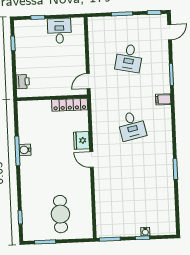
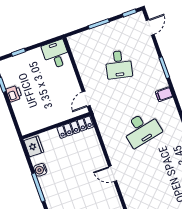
desk: (59, 31) -> (56, 54), moved
printer: (23, 82) -> (14, 94), moved
desk: (132, 126) -> (142, 129), width x1.37
fridge: (81, 140) -> (34, 146), moved, turned 180
water cooler: (25, 150) -> (40, 170), moved

